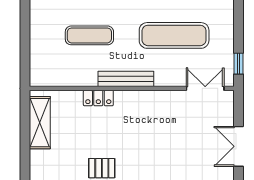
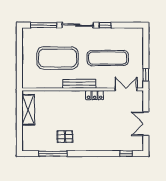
exercise mat: (89, 35) -> (58, 58), width x2.00, depth x1.45
locker: (98, 98) -> (95, 95), moved

